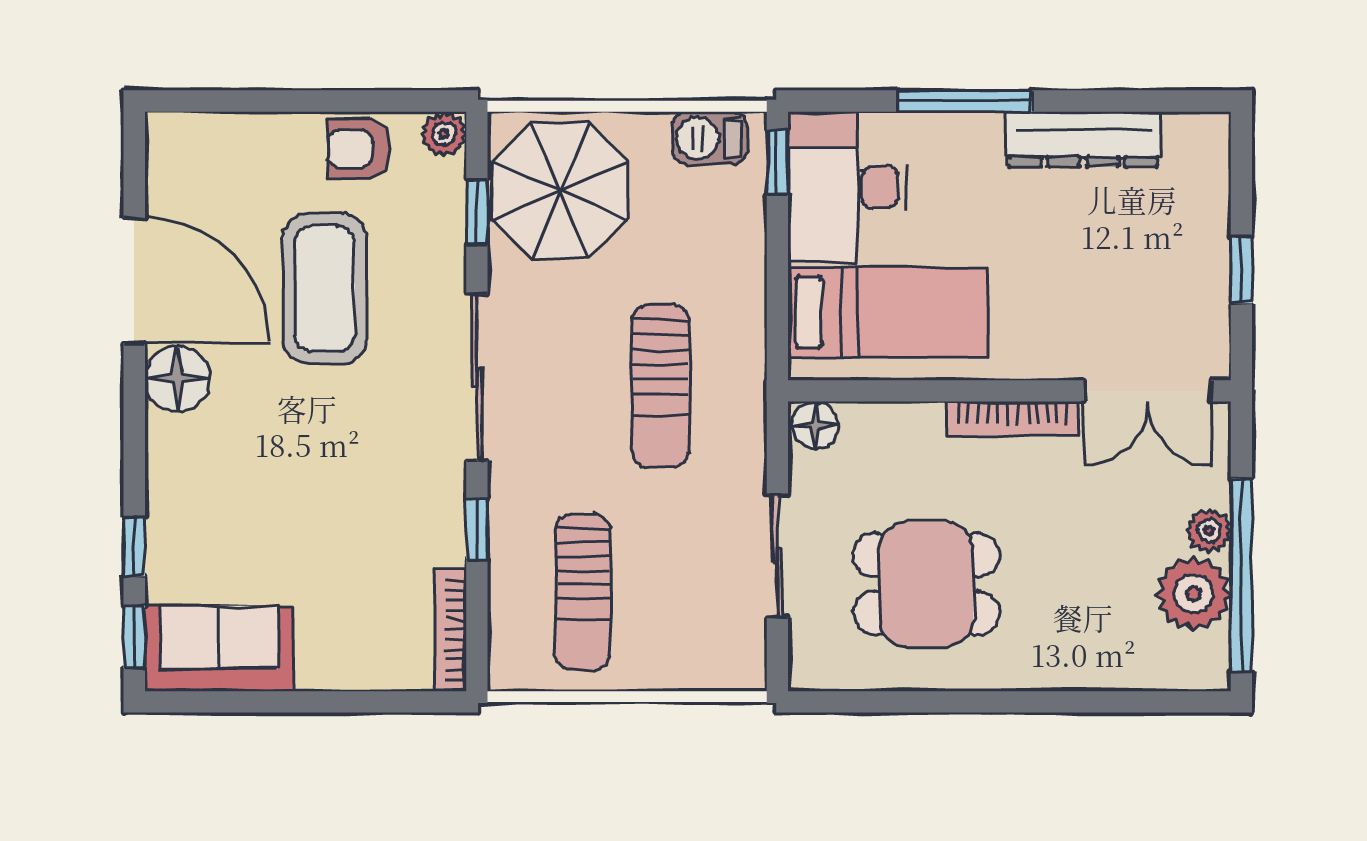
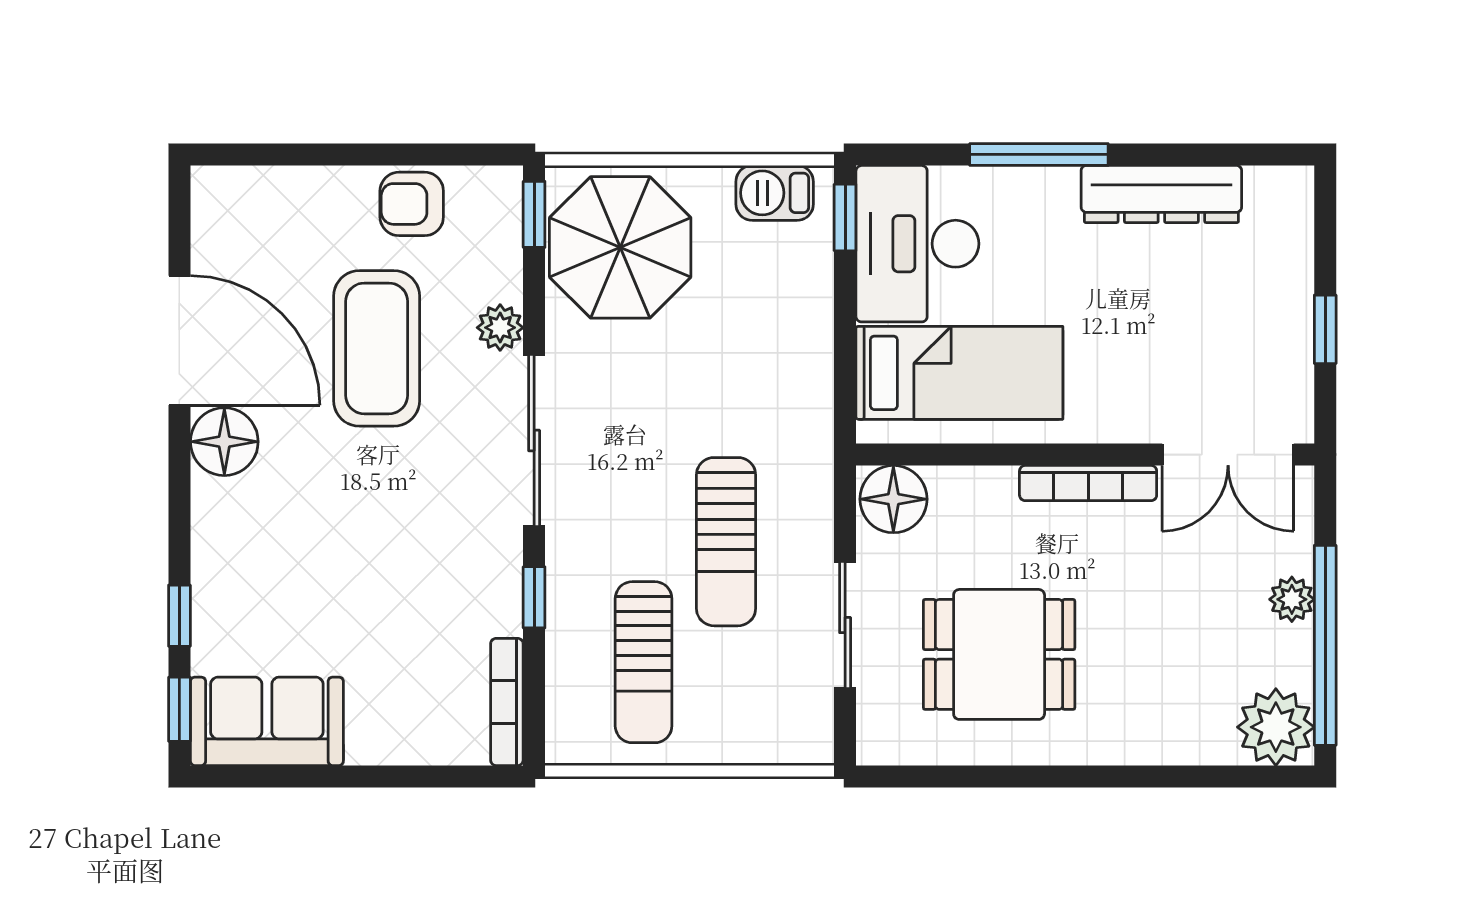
plant: (444, 134) -> (500, 328), moved
window: (477, 212) -> (534, 214), moved
sun lounger: (660, 386) -> (726, 542), moved
floor lamp: (815, 425) -> (893, 499), width x1.38, depth x1.38
plant: (1194, 594) -> (1276, 727), moved

